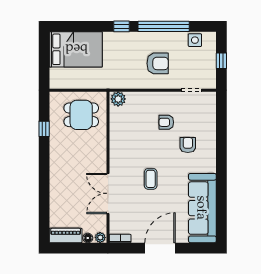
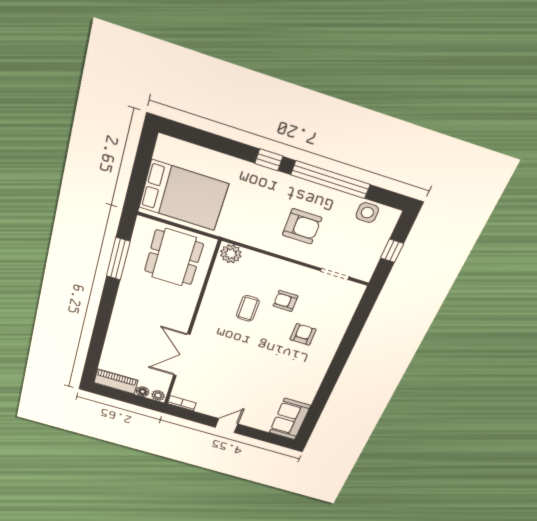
bed: (76, 49) -> (183, 196), moved
dining table: (81, 115) -> (174, 257), width x1.38
window: (44, 129) -> (118, 259), width x2.17
coffee table: (151, 179) -> (248, 308), moved
sofa: (202, 208) -> (290, 419), width x0.54, depth x0.79
door: (160, 248) -> (227, 426), width x0.53

